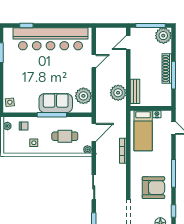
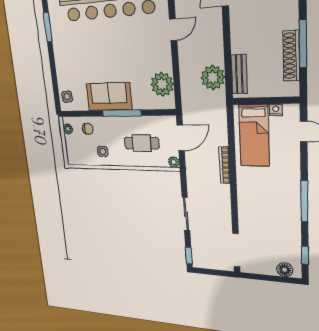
shoe rack: (167, 68) -> (291, 56), moved
sofa: (56, 103) -> (109, 97), moved
armchair: (153, 188) -> (273, 220), removed

